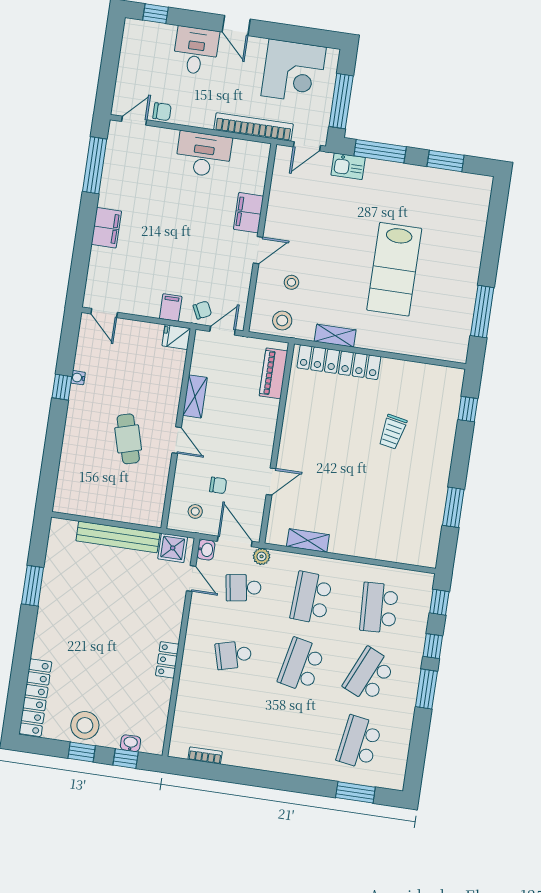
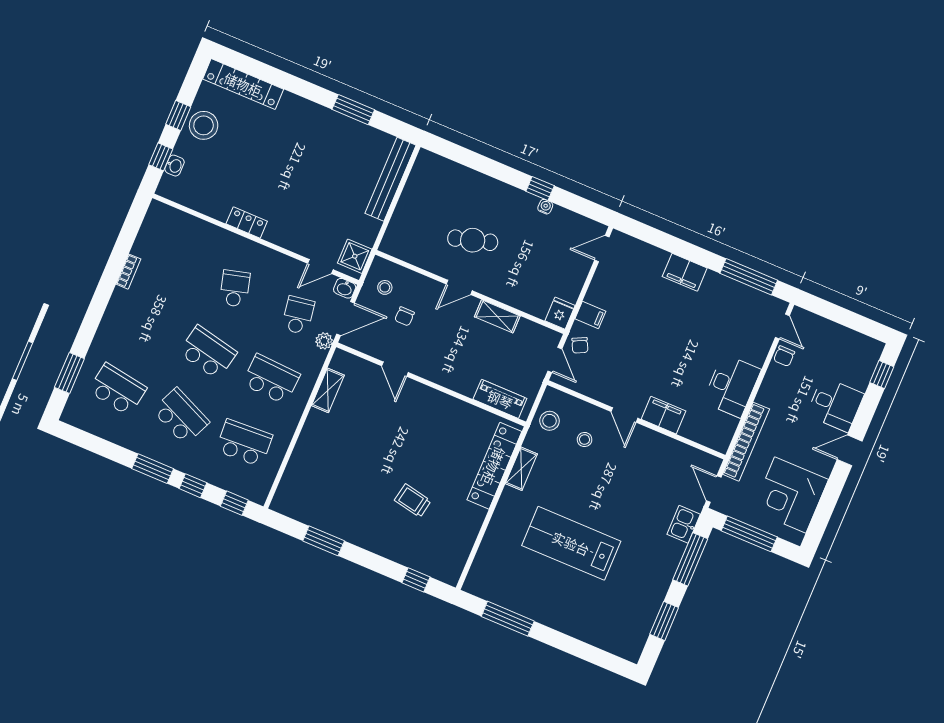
bench: (118, 537) -> (391, 179), moved
bookcase: (205, 755) -> (128, 272), moved

